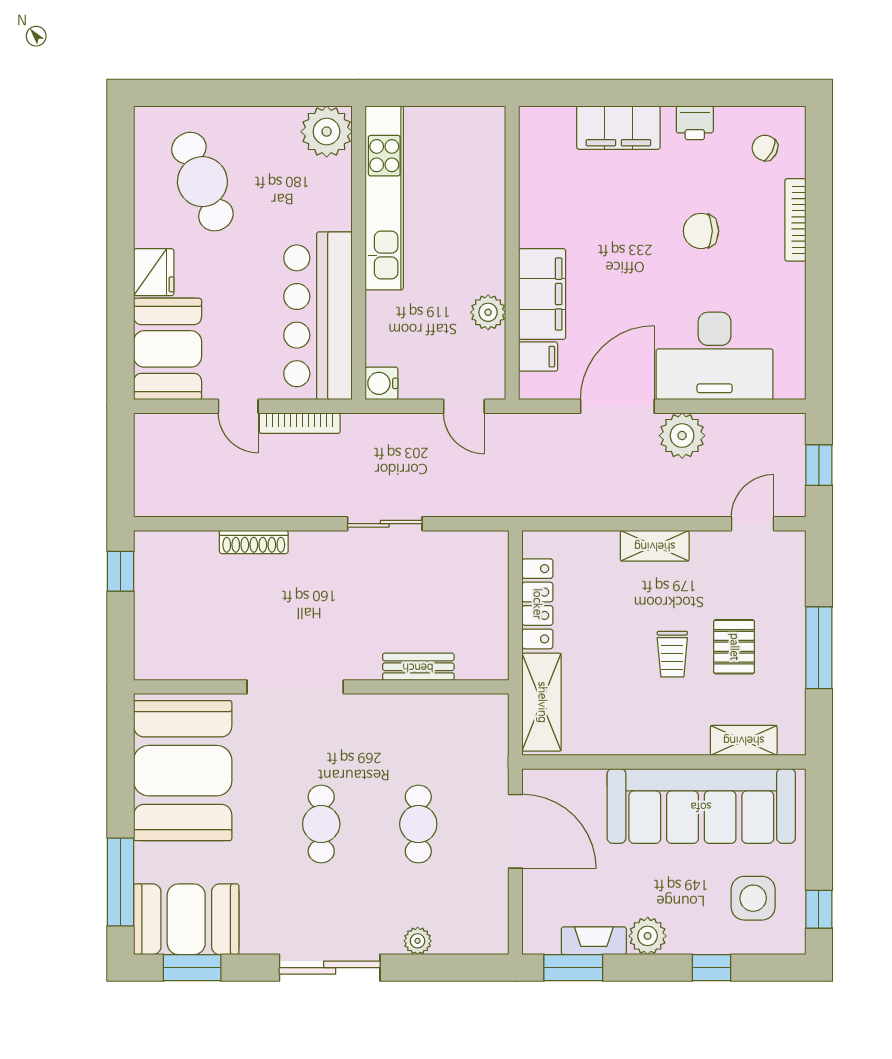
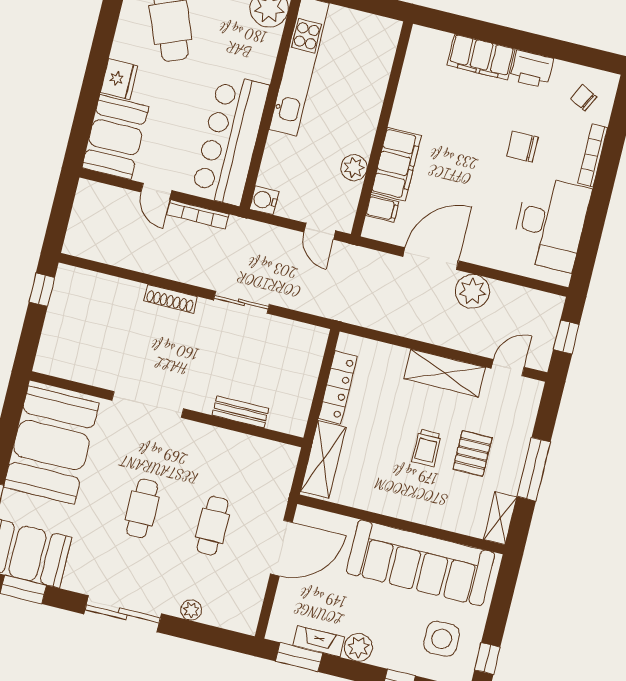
printer: (695, 123) -> (532, 69), width x1.36, depth x1.24
desk: (715, 356) -> (551, 223), moved, turned -90
shoe rack: (254, 542) -> (171, 299), moved
shelving: (655, 546) -> (445, 373), width x1.50, depth x1.33
shelving: (744, 740) -> (500, 518), moved, turned 90
door: (515, 831) -> (281, 548), hinge flipped

